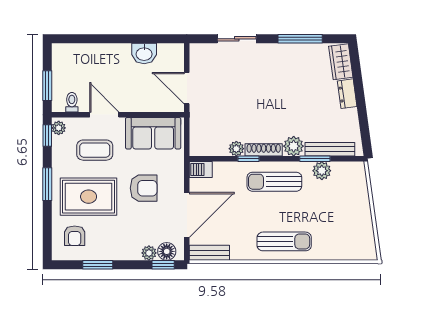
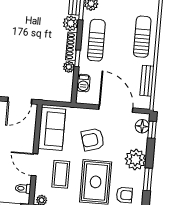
door: (104, 115) -> (35, 165), hinge flipped
barbecue: (201, 170) -> (83, 83), moved
sun lounger: (274, 182) -> (96, 40), turned 180
armchair: (144, 188) -> (93, 140), turned -106
plant: (149, 253) -> (136, 160), moved, width x1.87, depth x1.87
bench: (209, 253) -> (147, 81), moved

